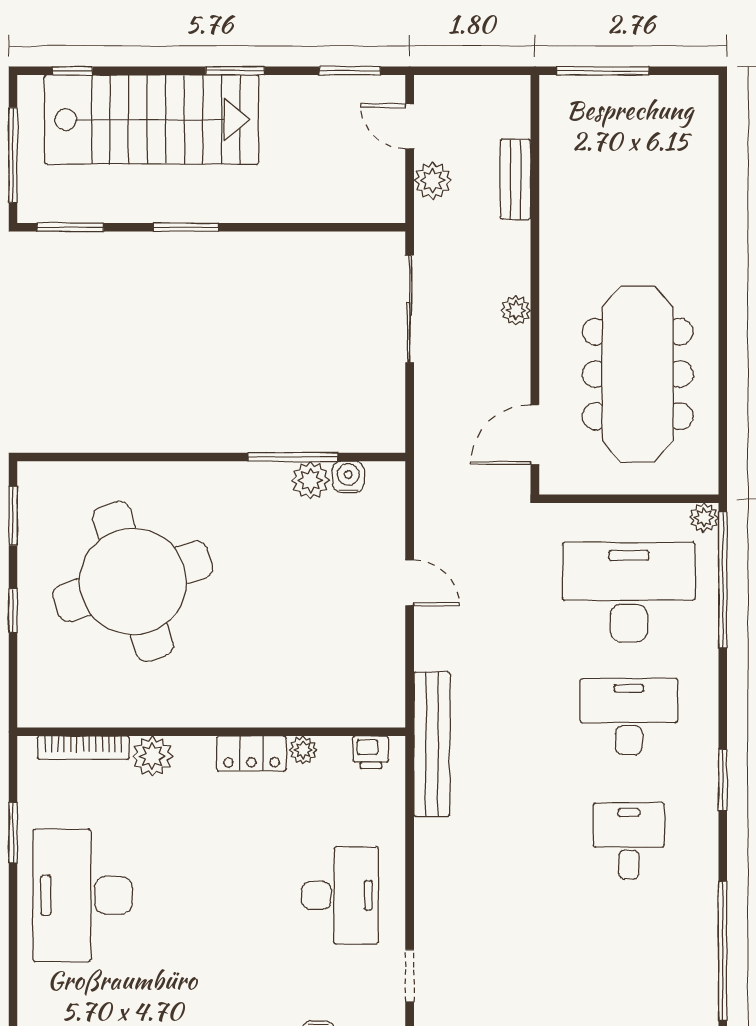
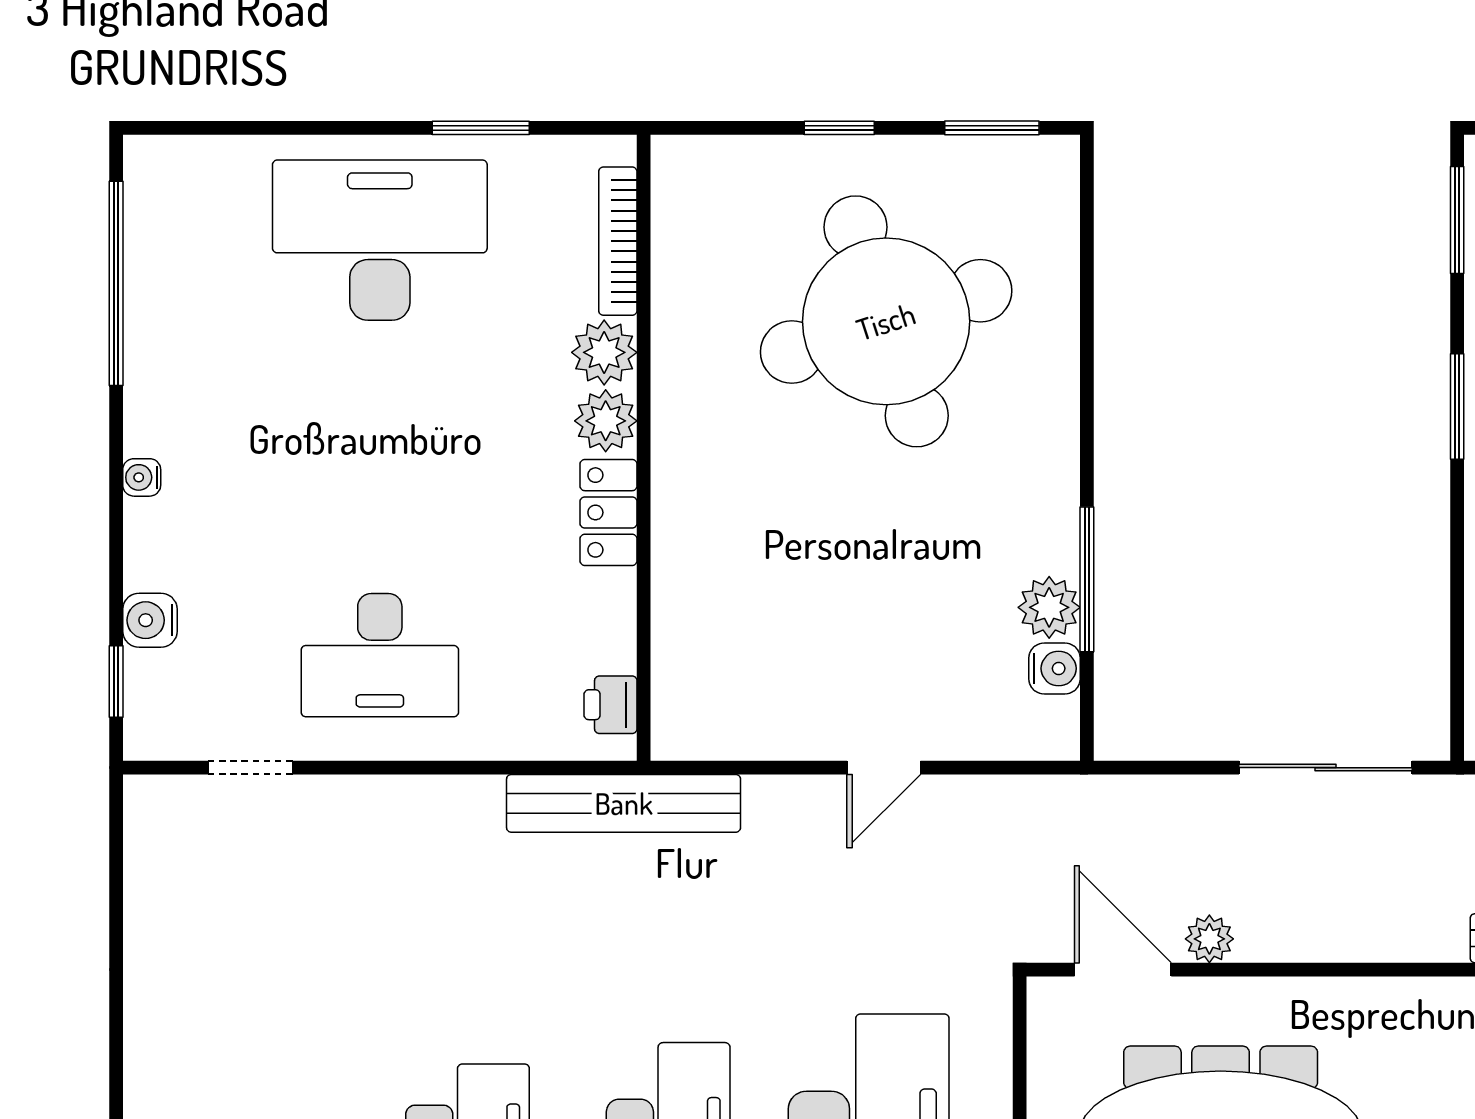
plant: (516, 310) -> (1209, 939), moved
plant: (303, 750) -> (606, 421), moved, width x1.38, depth x1.38

